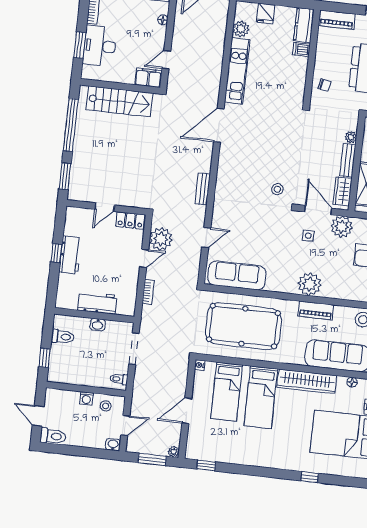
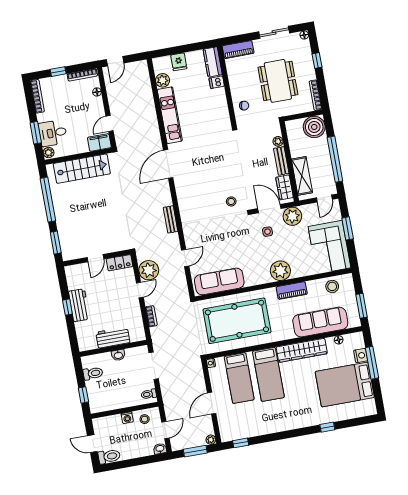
desk: (100, 46) -> (53, 133), width x0.73
plant: (87, 72) -> (49, 153), added

